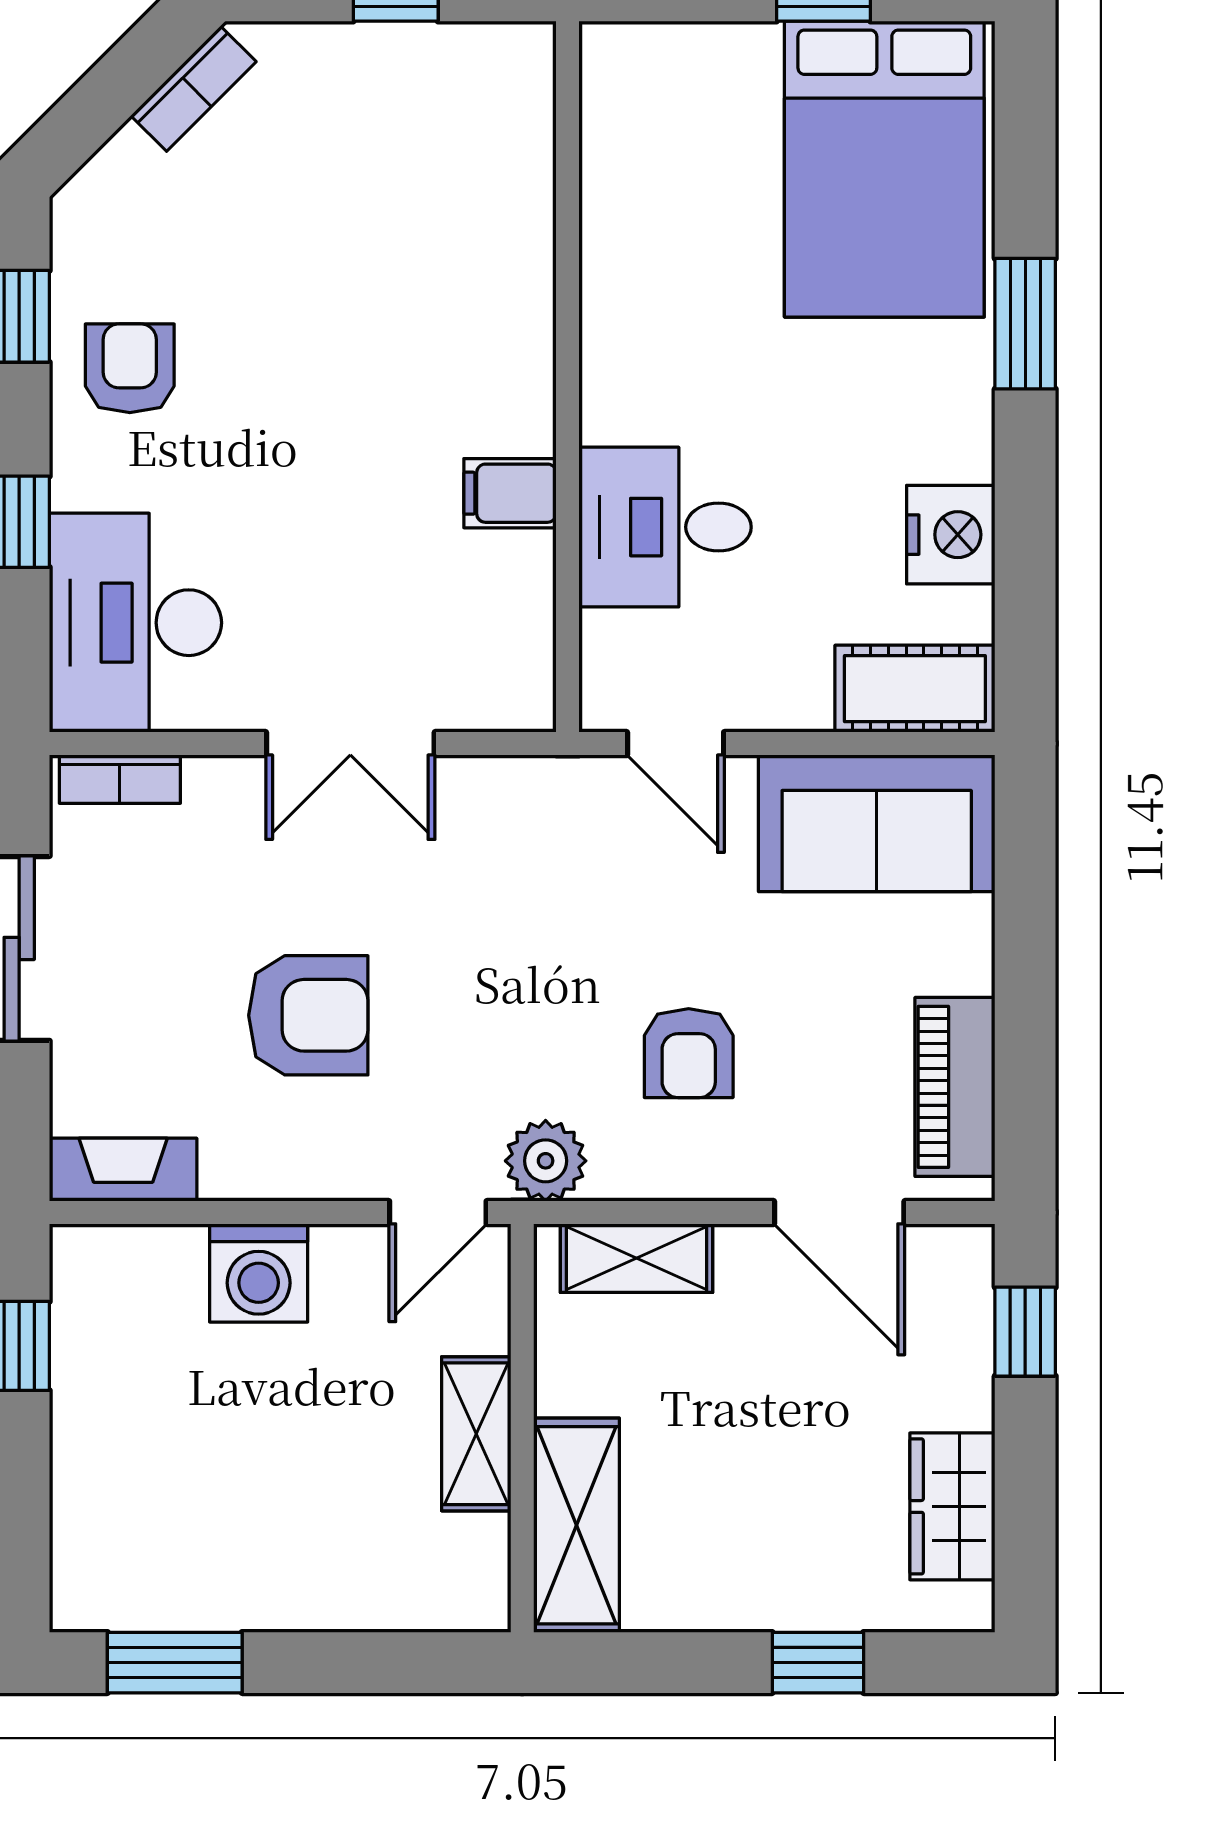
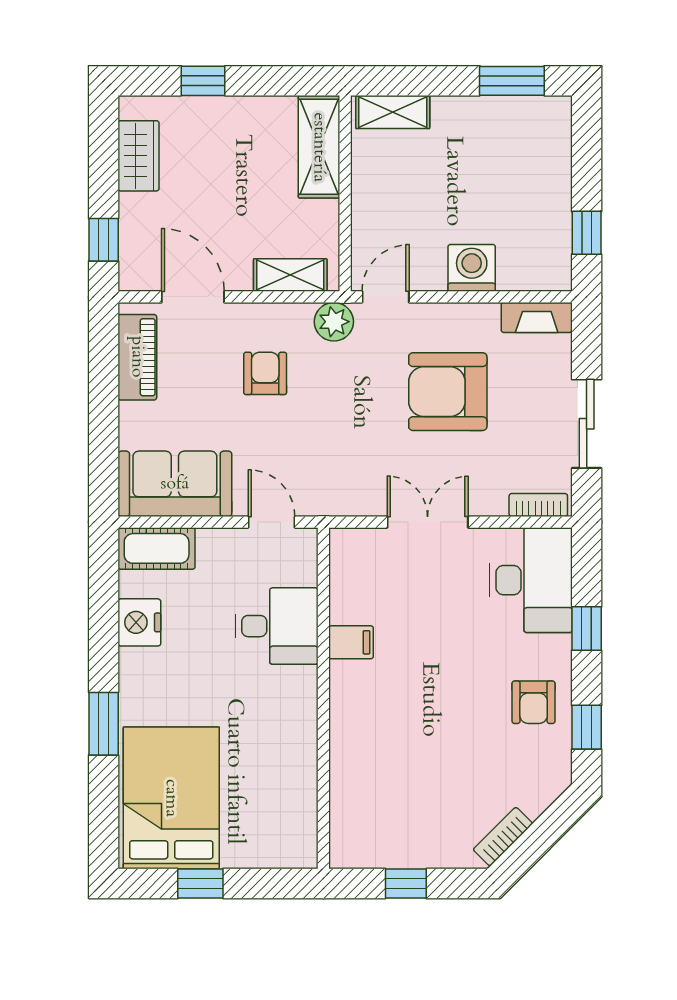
armchair: (308, 1015) -> (448, 392), width x1.36, depth x1.36
shelving: (476, 1434) -> (393, 112), moved, turned 90

